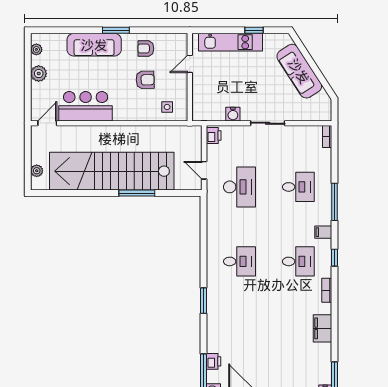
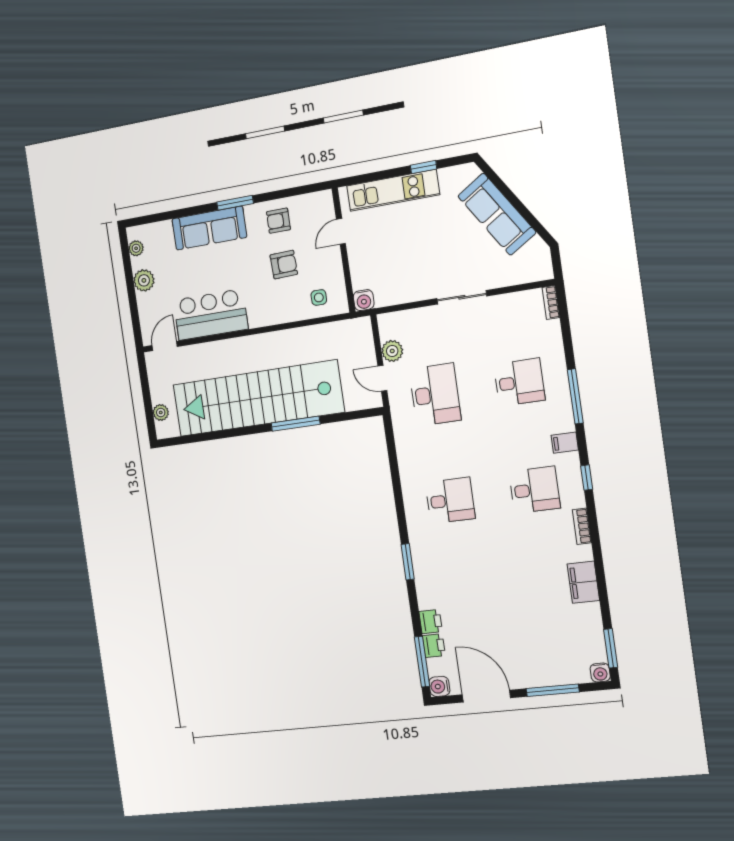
water cooler: (233, 114) -> (364, 300), moved
printer: (214, 136) -> (431, 622), moved
plant: (214, 152) -> (392, 351), added

